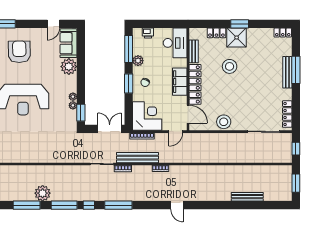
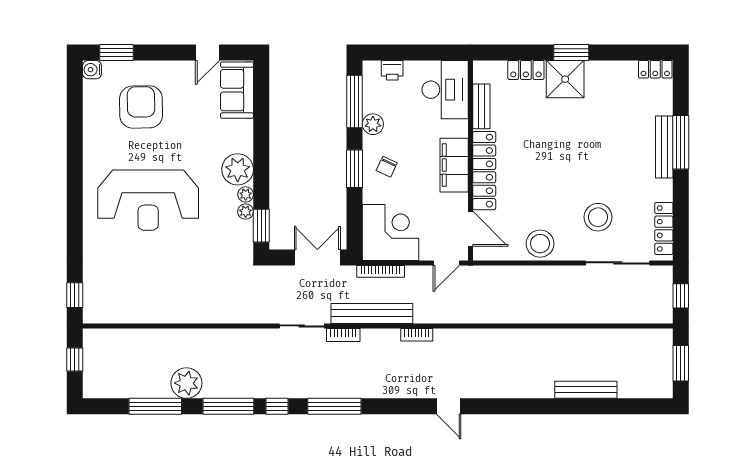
stool: (230, 66) -> (598, 217), moved
plant: (69, 67) -> (238, 169), moved

